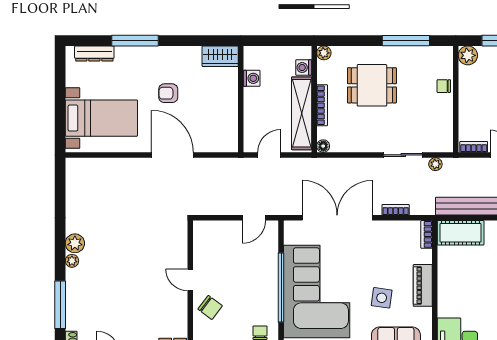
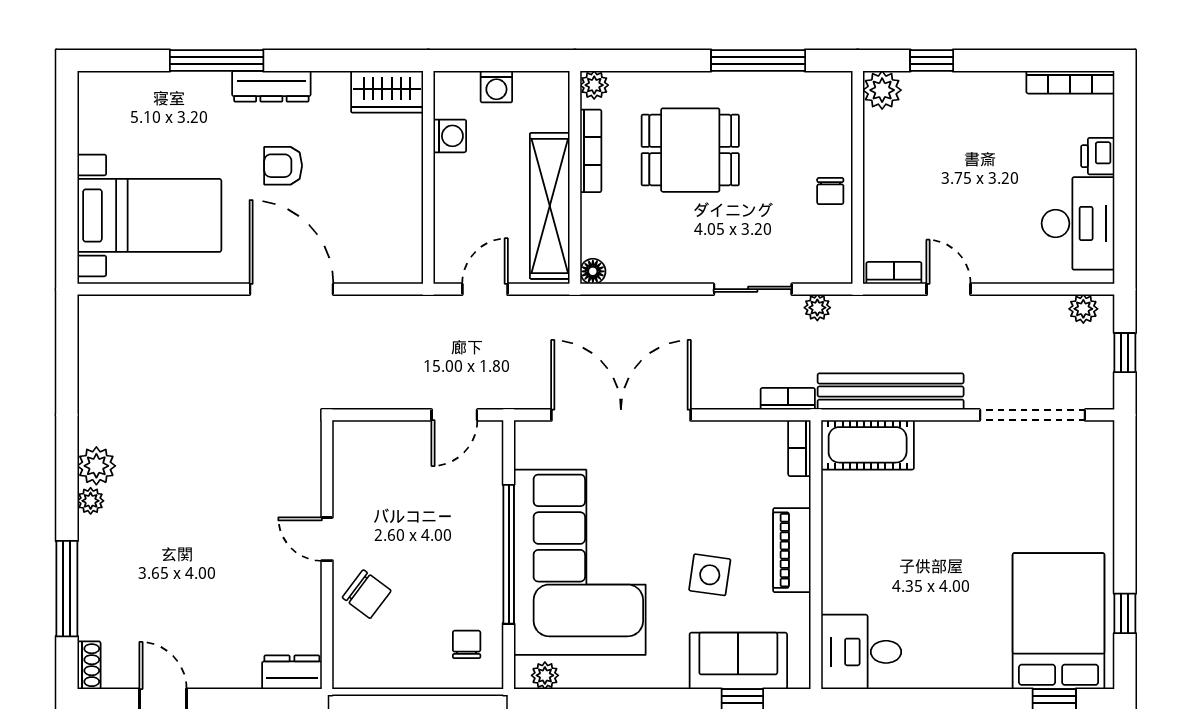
dresser: (94, 53) -> (271, 86), moved
washing machine: (304, 68) -> (496, 87), moved, turned -90
chair: (444, 86) -> (830, 191), moved, turned -90
bookcase: (322, 105) -> (591, 151), moved
bookcase: (396, 210) -> (788, 399), moved

